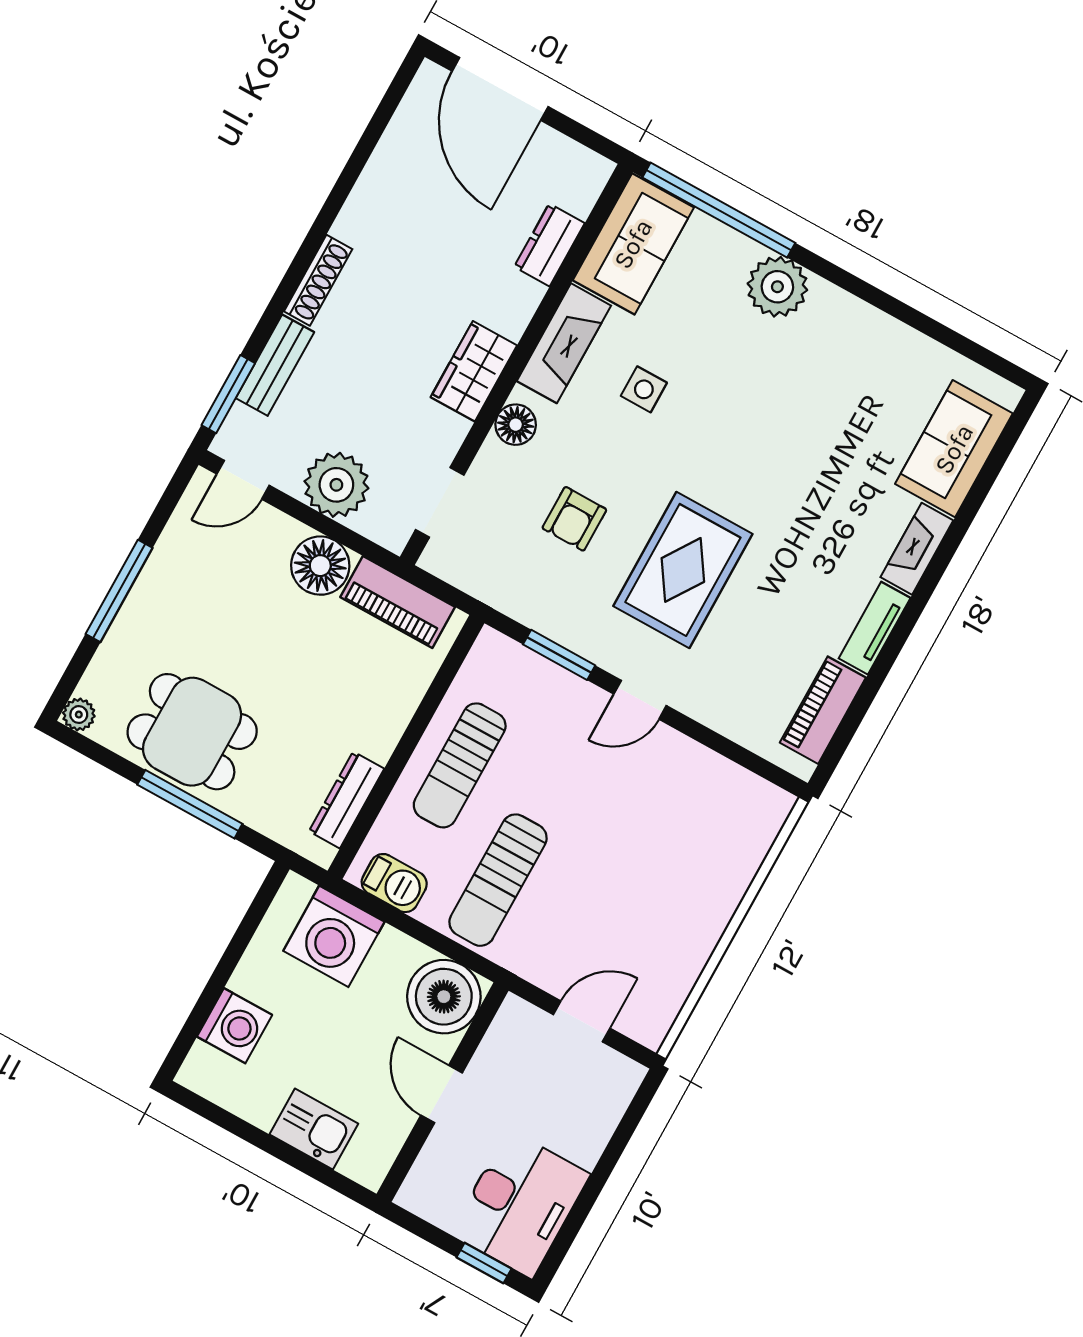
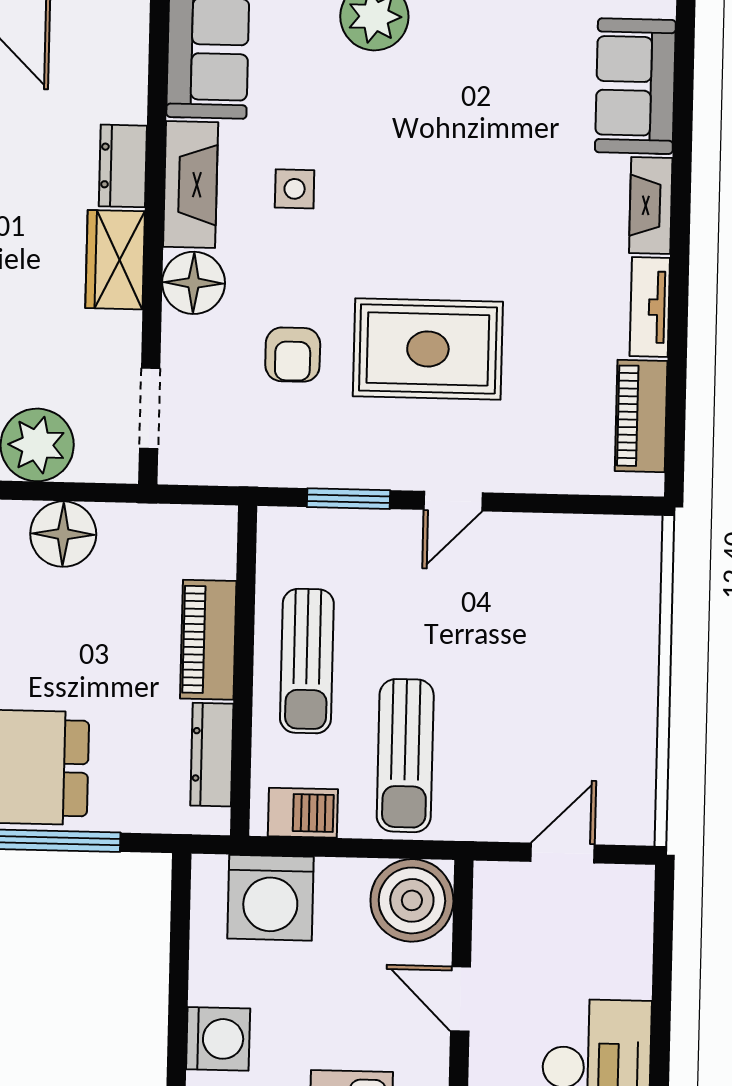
dresser: (549, 245) -> (123, 166), moved
floor lamp: (516, 425) -> (194, 283), width x1.38, depth x1.38
rug: (683, 570) -> (428, 349), turned 90
piano: (398, 602) -> (208, 640), moved, turned 90

